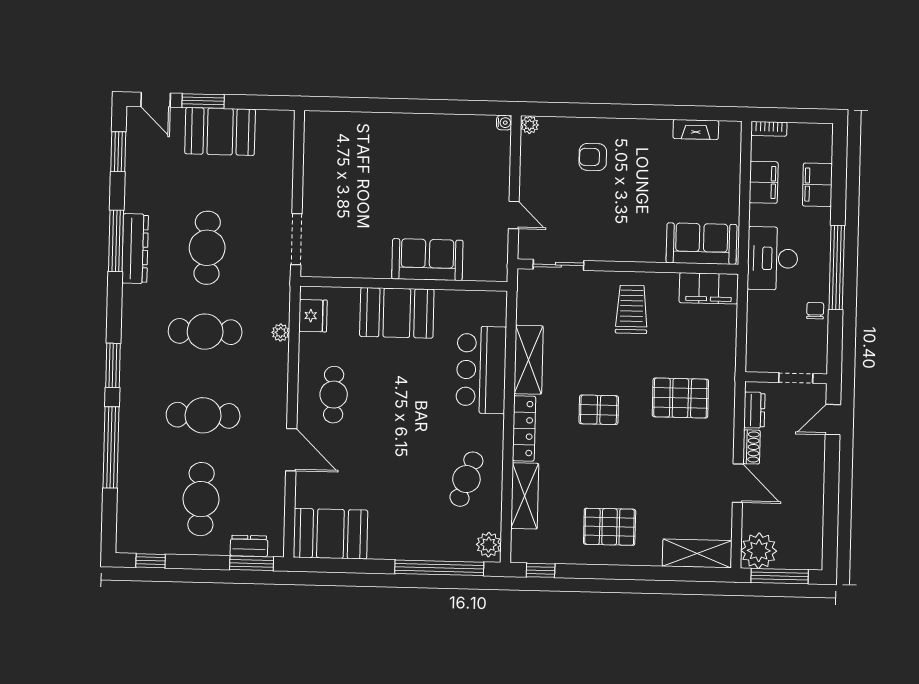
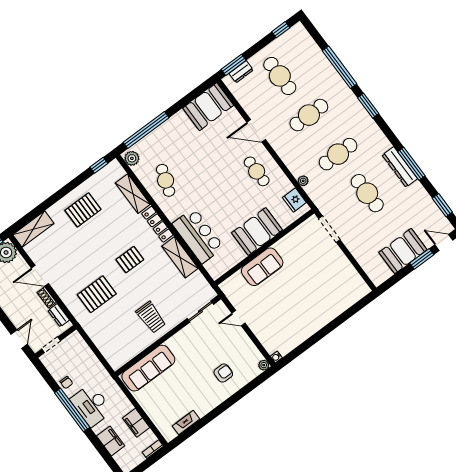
sofa: (702, 244) -> (148, 368), width x1.36
desk: (773, 258) -> (91, 405), moved, turned 180
filing cabinet: (709, 288) -> (123, 355), removed

